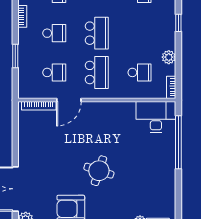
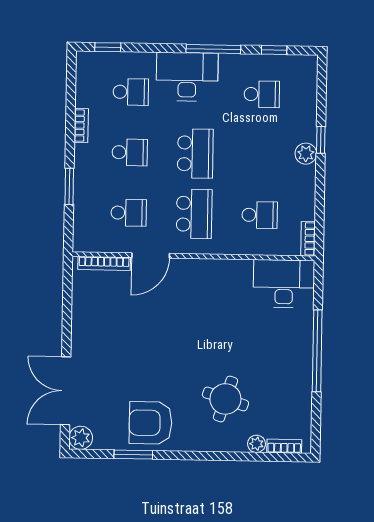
plant: (169, 57) -> (306, 154), moved
window: (178, 142) -> (317, 351), moved
round table: (99, 171) -> (225, 399), moved

